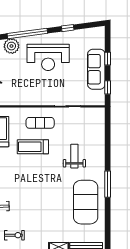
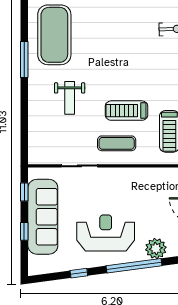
sofa: (96, 69) -> (43, 217), width x1.36, depth x1.27
treadmill: (33, 147) -> (126, 111), turned 180

